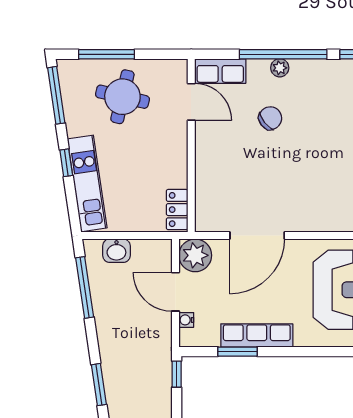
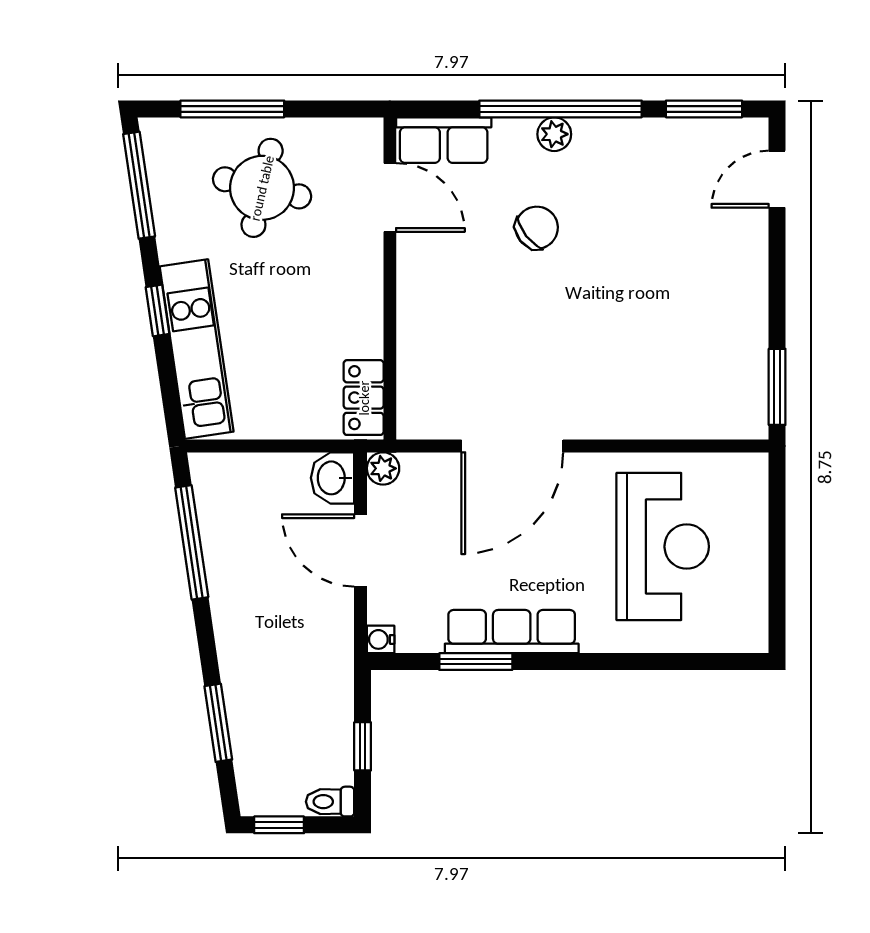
washbasin: (116, 251) -> (333, 478), moved, turned 90
plant: (195, 255) -> (383, 468), width x0.53, depth x0.53
water cooler: (186, 320) -> (381, 639), moved
window: (177, 374) -> (363, 746), moved

